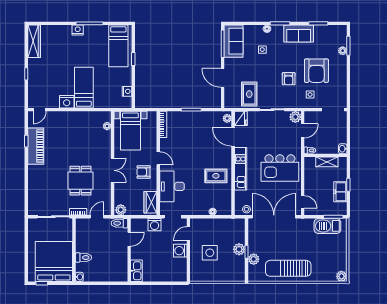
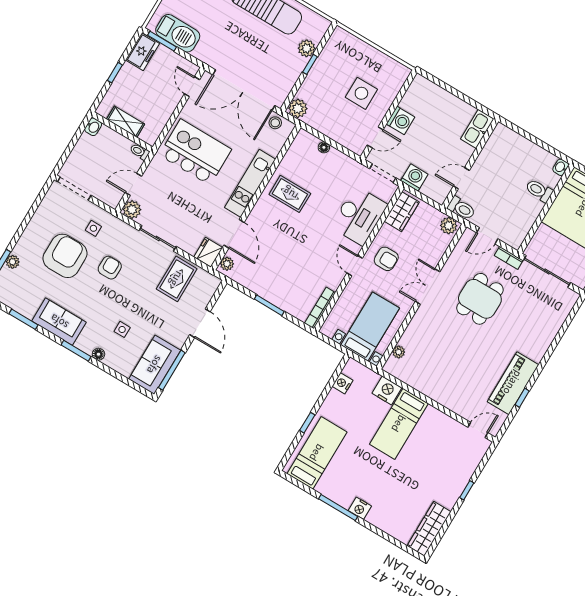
nightstand: (67, 102) -> (387, 390), moved
freezer: (340, 192) -> (143, 52), moved
plant: (239, 249) -> (298, 108), moved

